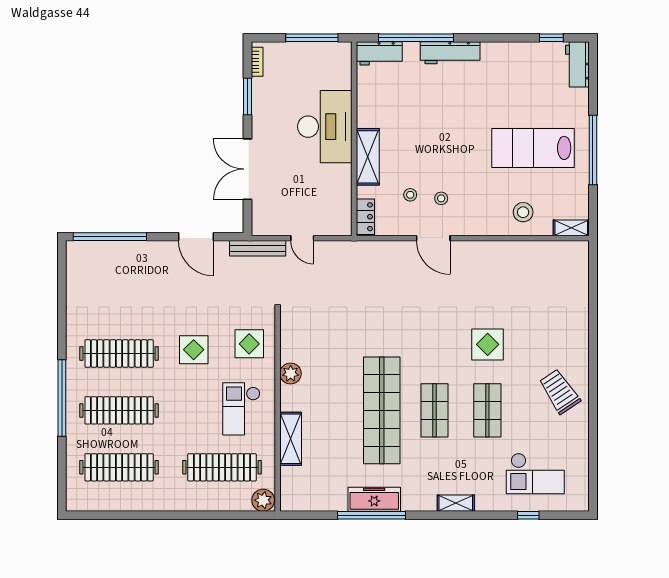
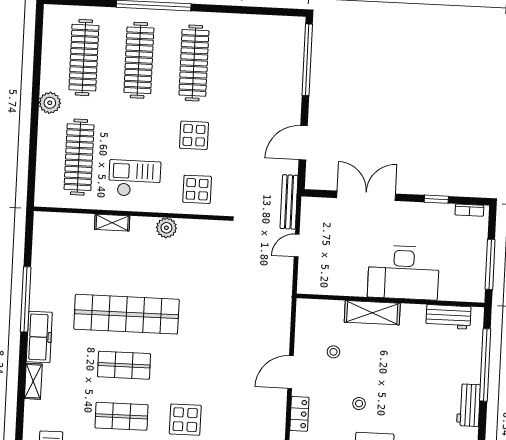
workbench: (379, 53) -> (448, 317), moved, turned -90
workbench: (450, 53) -> (469, 405), width x0.73
window: (247, 96) -> (436, 199), width x0.67
stool: (441, 198) -> (359, 404), moved
locker: (365, 217) -> (299, 414), moved, turned -90
shelving: (291, 439) -> (112, 223), width x0.67, depth x0.75
freezer: (374, 499) -> (39, 337), moved
plant: (263, 500) -> (50, 103), moved

